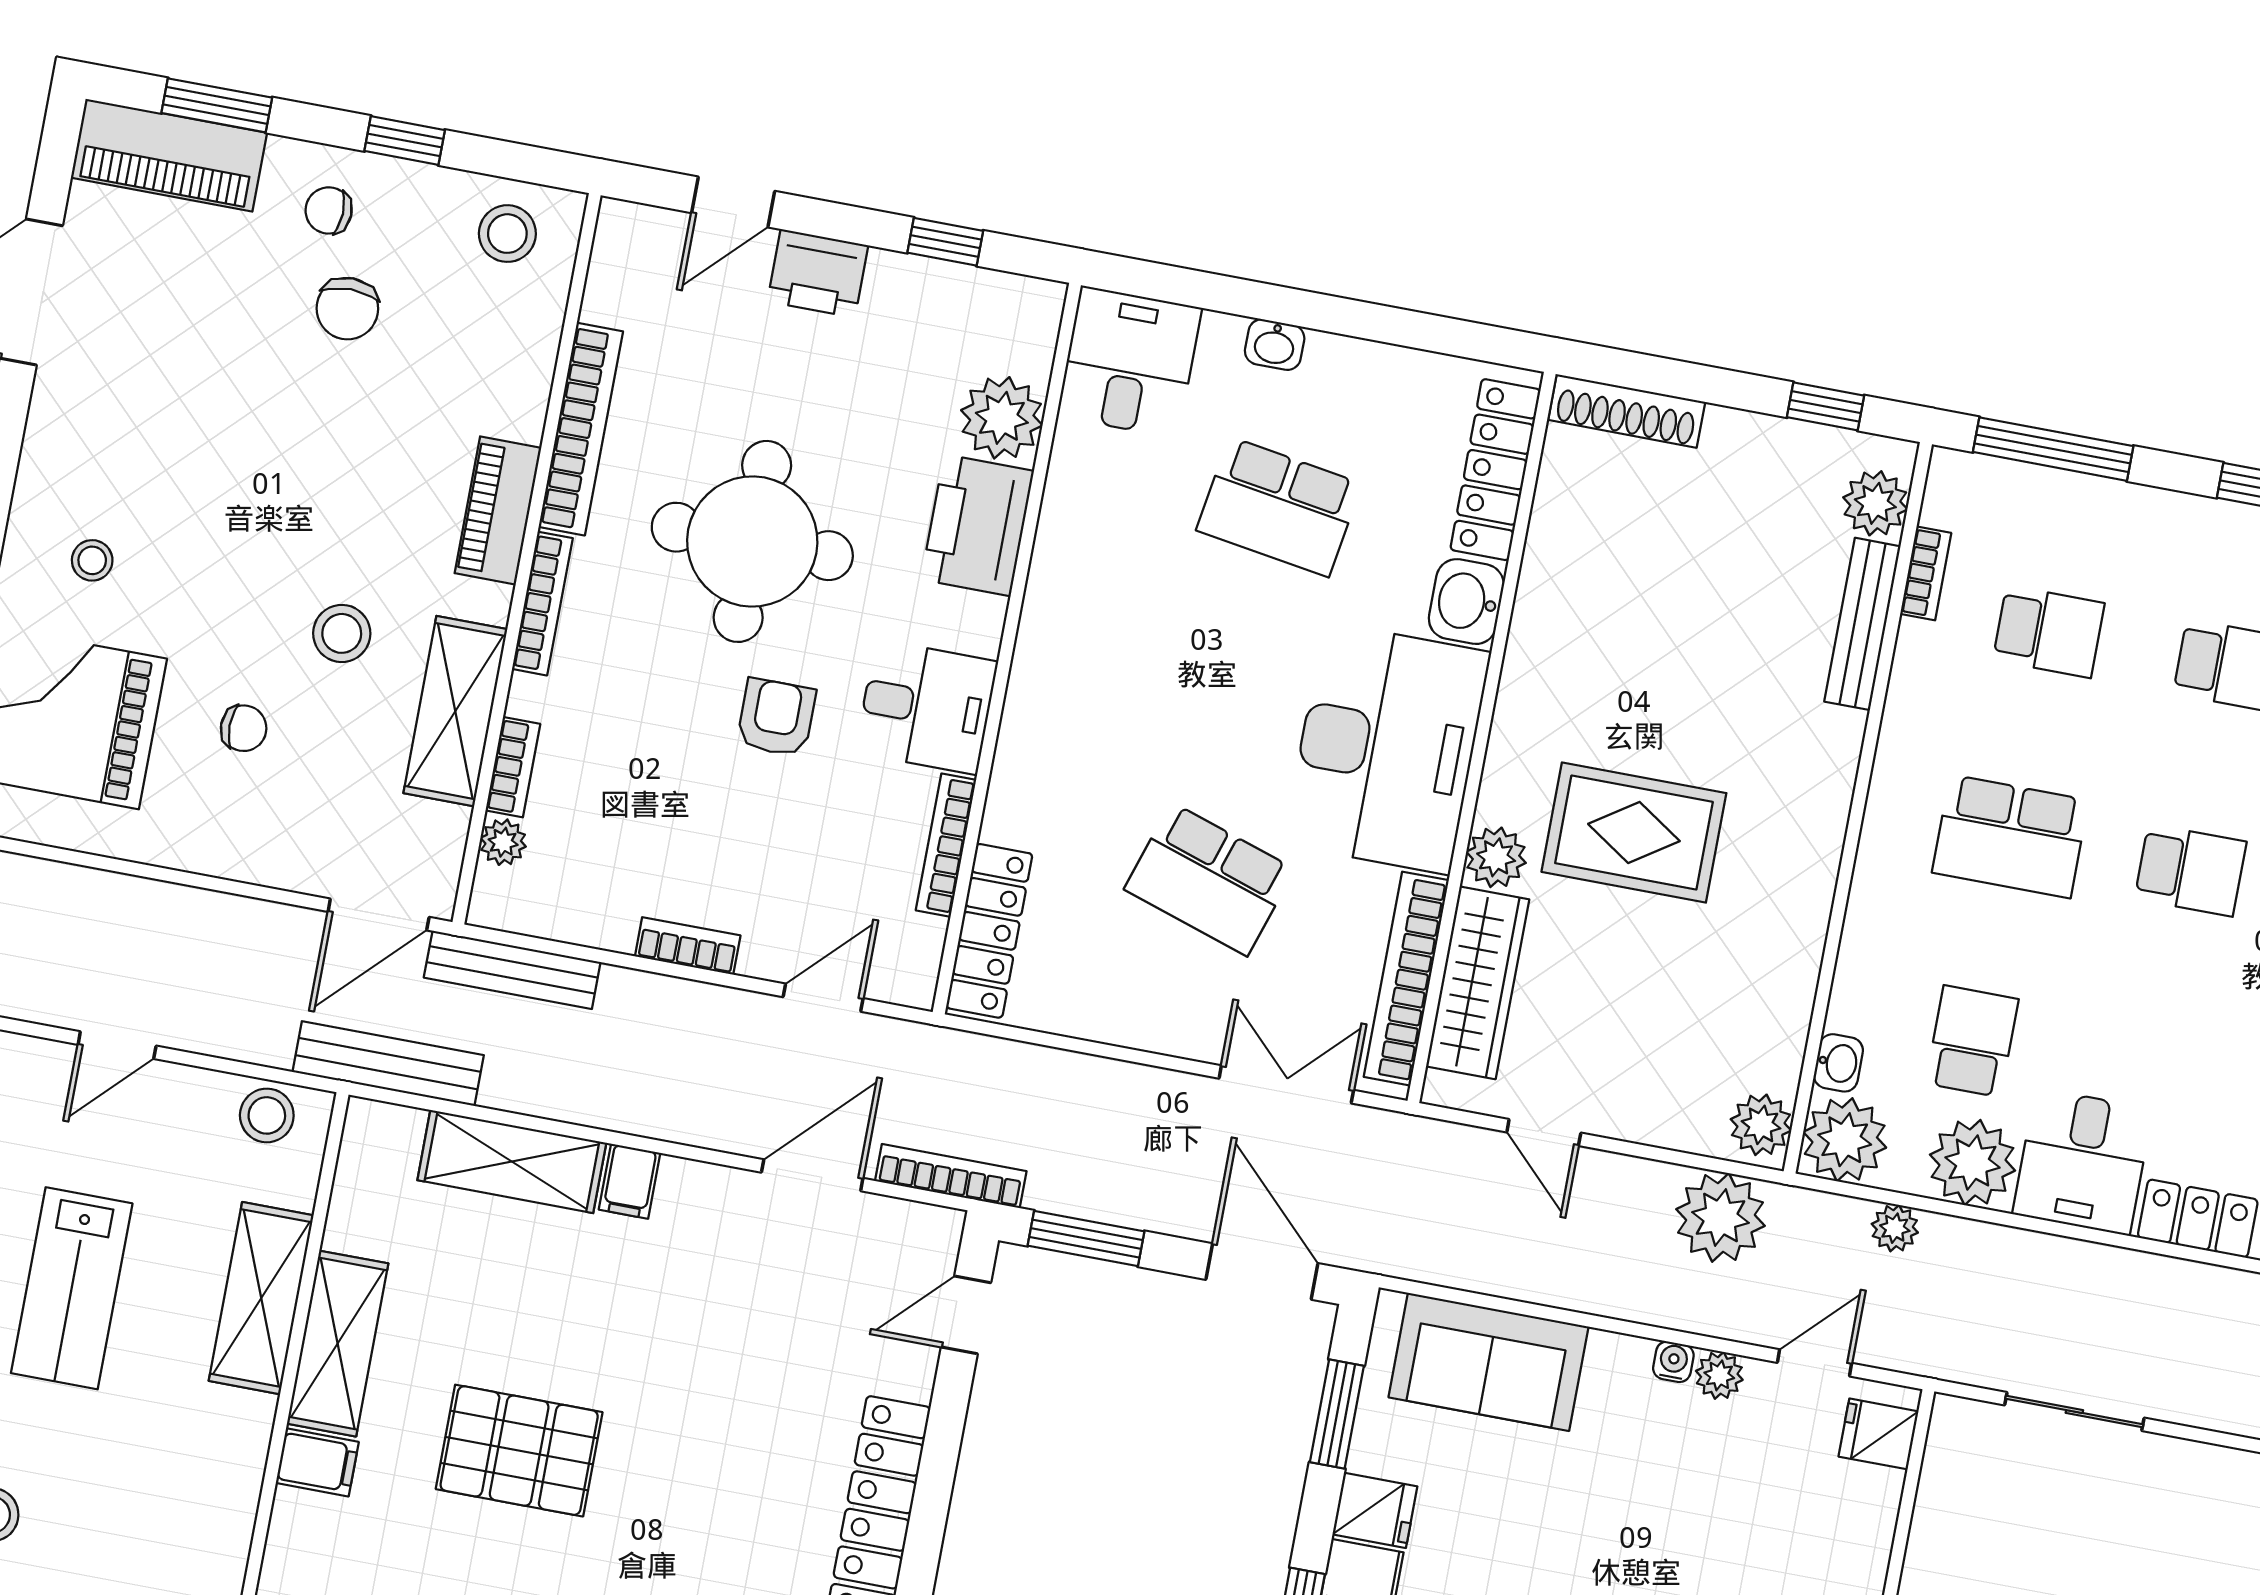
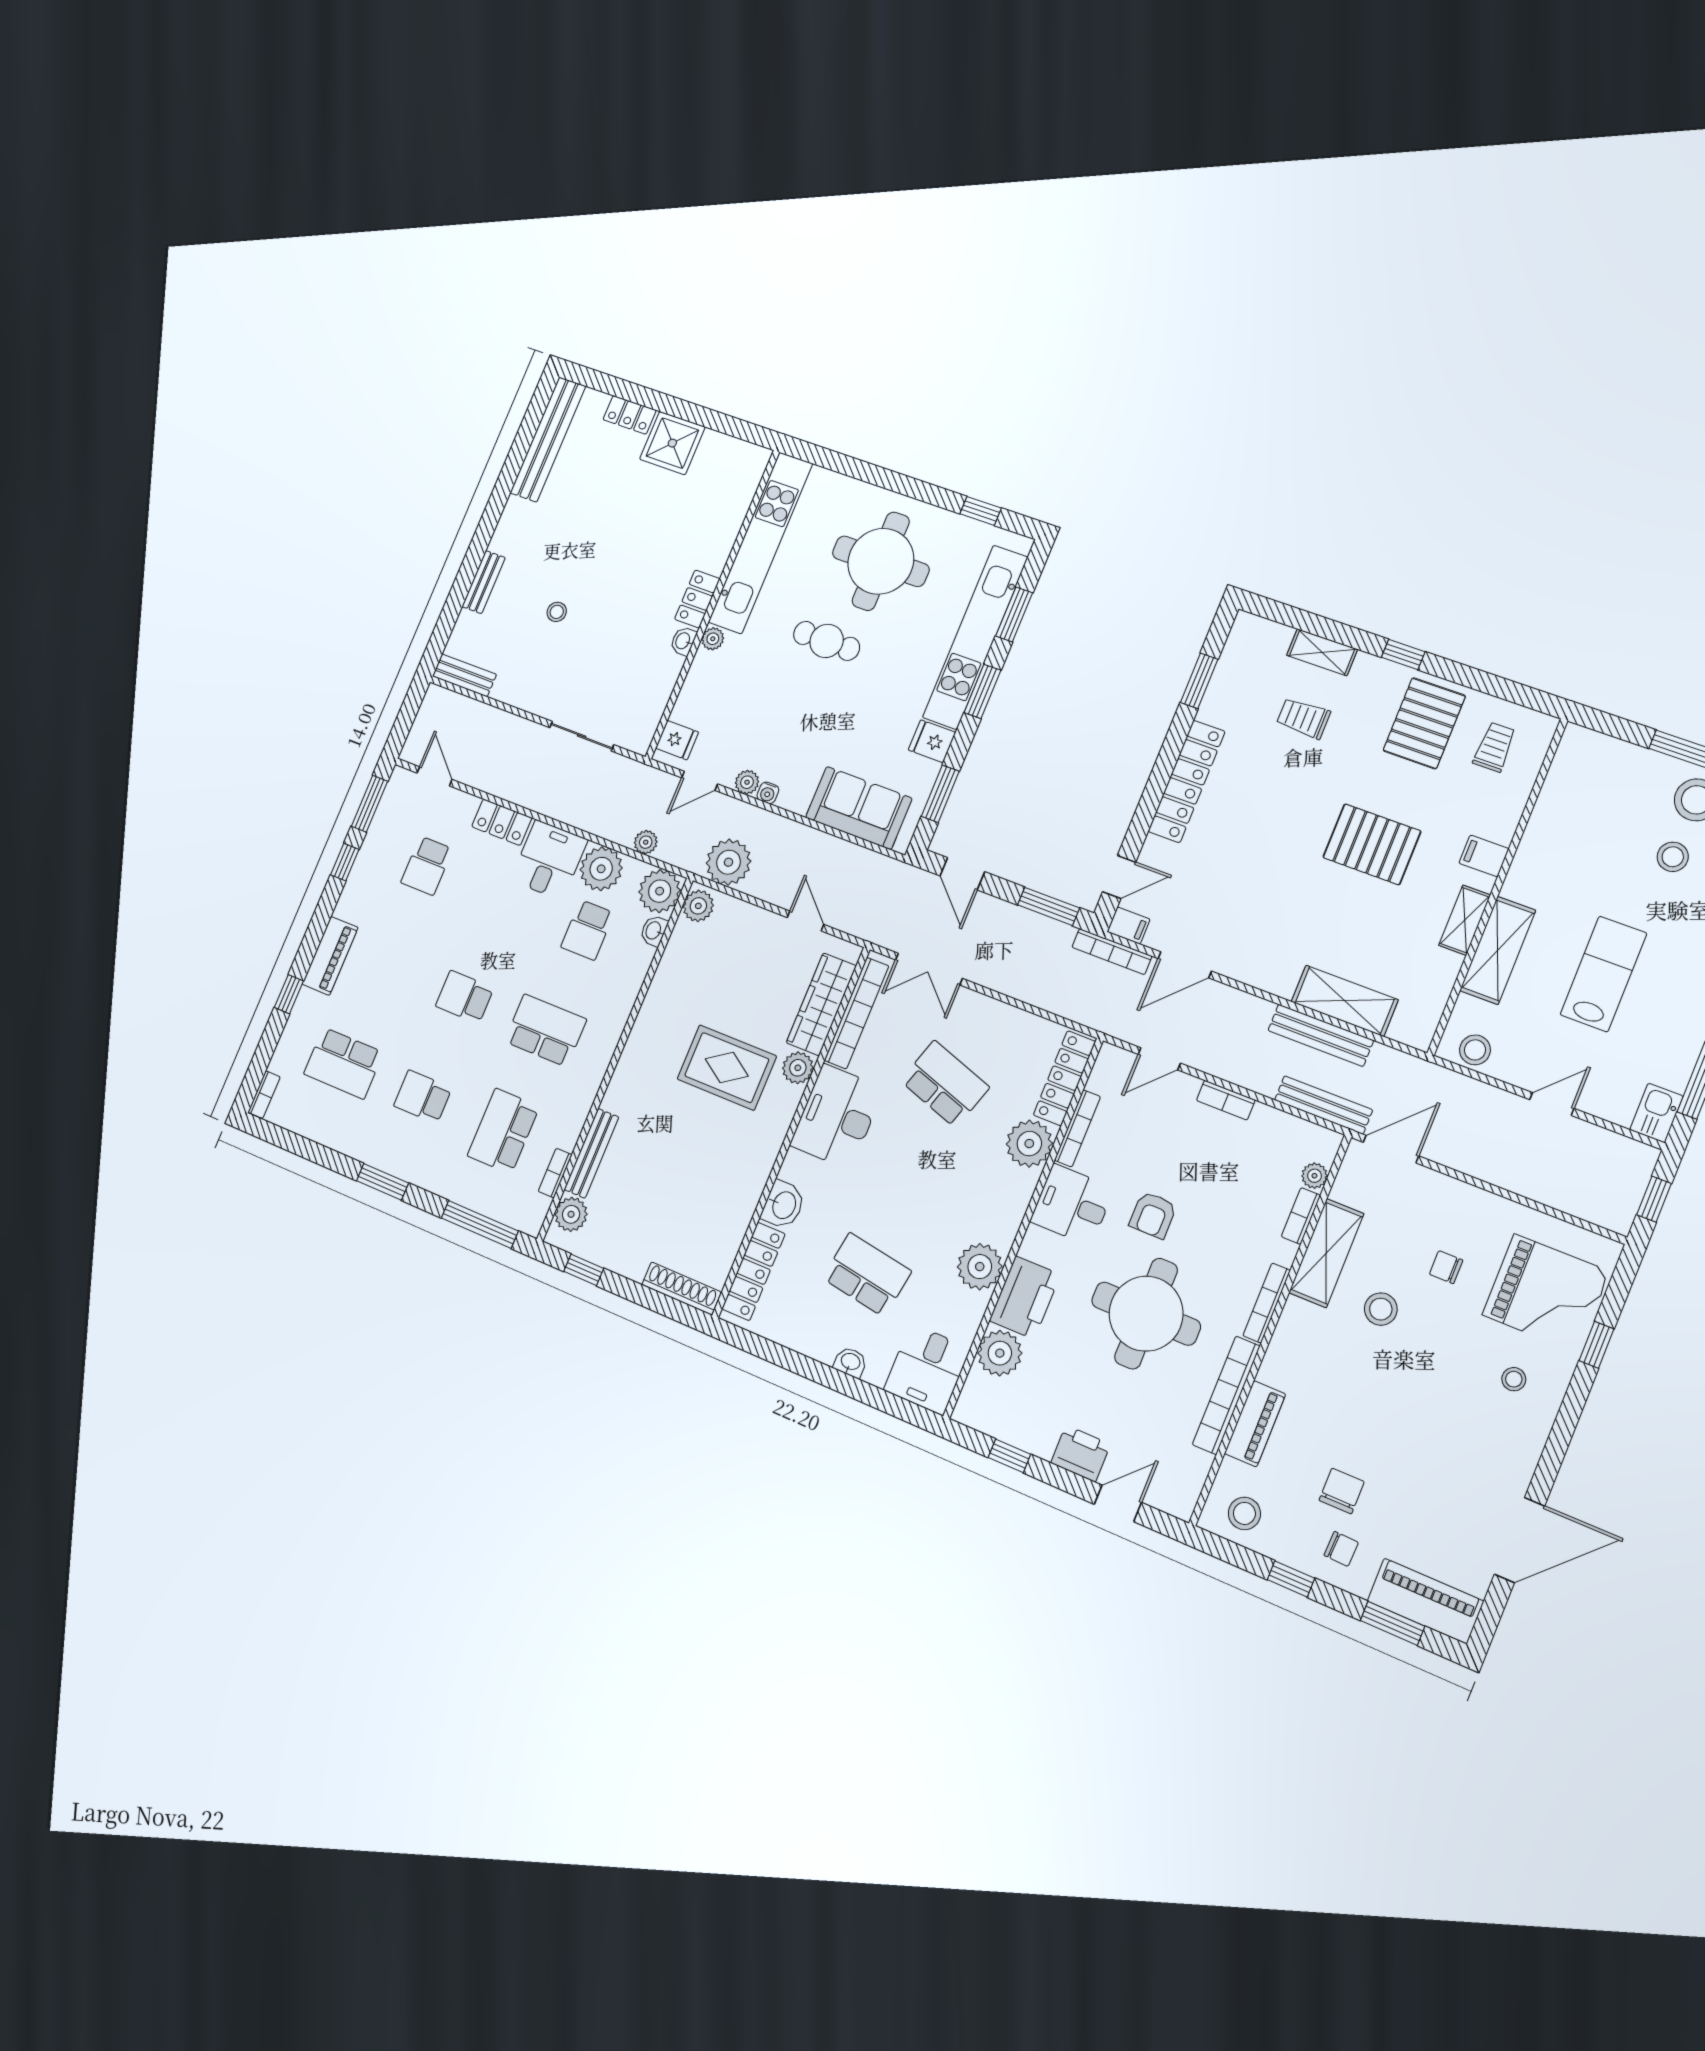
piano: (498, 510) -> (1255, 1424), moved
plant: (1072, 563) -> (980, 1267), added
school desk: (2049, 632) -> (503, 1131), width x1.85
desk: (1387, 748) -> (837, 1117), width x0.73, depth x0.77
plant: (1029, 801) -> (1029, 1144), added
bench: (388, 1064) -> (1321, 1035), moved
filing cabinet: (630, 1181) -> (1128, 925), moved, turned 90
door: (1262, 1271) -> (962, 874), width x0.73
shelving: (338, 1344) -> (1465, 920), width x0.67, depth x0.75

